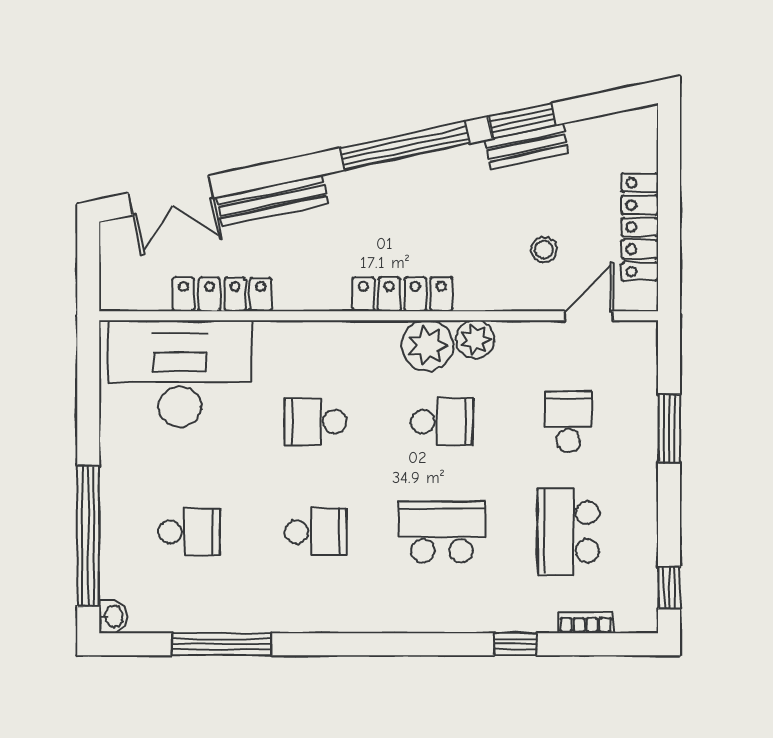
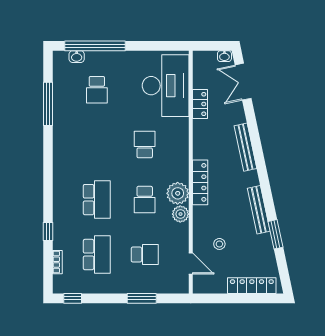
window: (405, 146) -> (265, 183), removed
bench: (527, 146) -> (259, 210), moved, width x1.36
bench: (272, 200) -> (245, 147), moved
locker: (640, 227) -> (252, 286), moved
washbasin: (112, 238) -> (224, 56), added
locker: (222, 294) -> (200, 104), width x0.66
school desk: (315, 532) -> (97, 145), removed
school desk: (568, 532) -> (97, 255), turned 90
washbasin: (113, 616) -> (77, 57), moved

